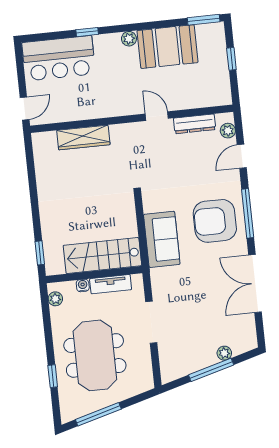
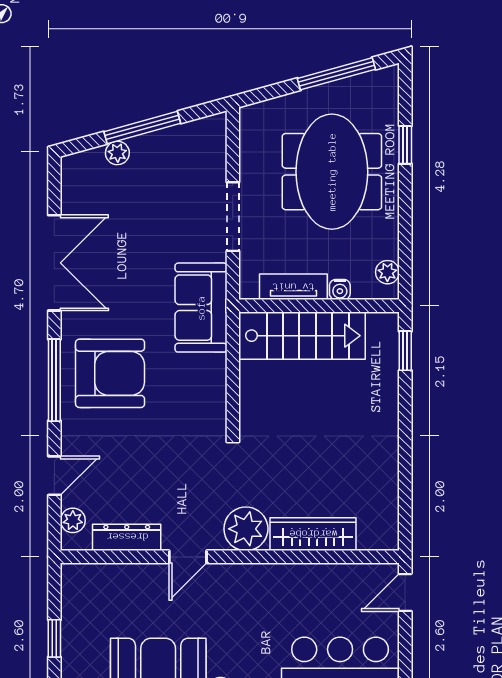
door: (157, 116) -> (188, 557), hinge flipped
plant: (124, 136) -> (246, 529), added
sofa: (162, 239) -> (201, 308), moved

